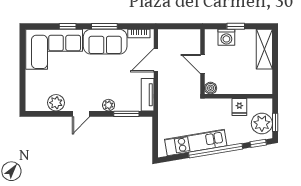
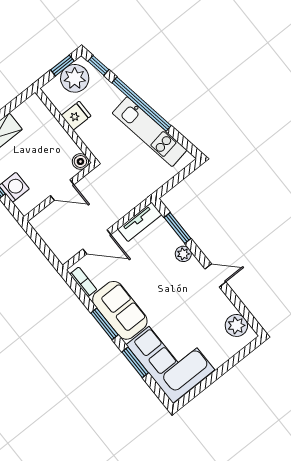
window: (68, 26) -> (135, 362), width x1.50
door: (202, 64) -> (62, 190), hinge flipped
plant: (56, 103) -> (236, 325), moved

